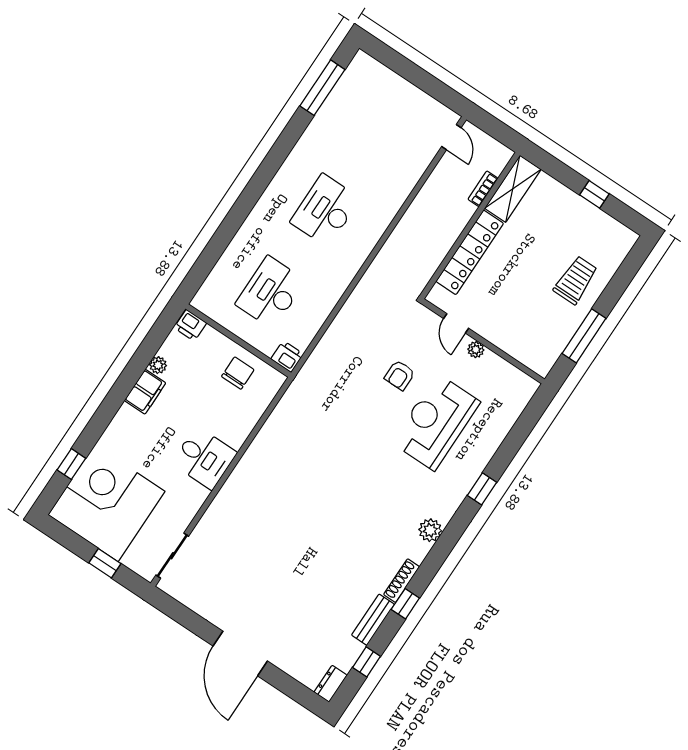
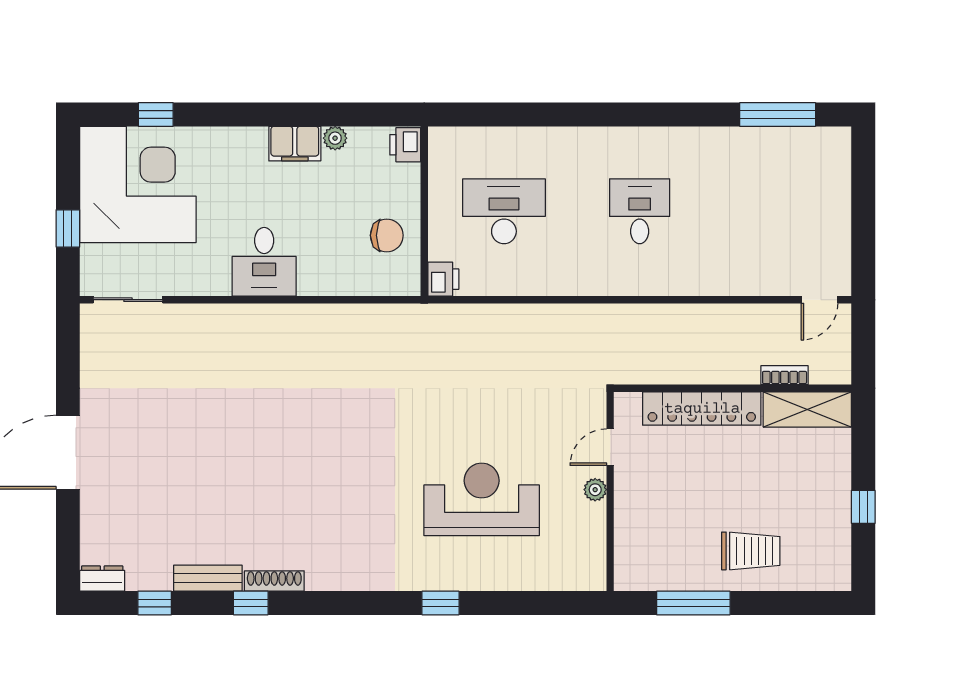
desk: (325, 210) -> (640, 211), width x0.73
armchair: (400, 375) -> (508, 422), removed
plant: (430, 530) -> (354, 575), removed

